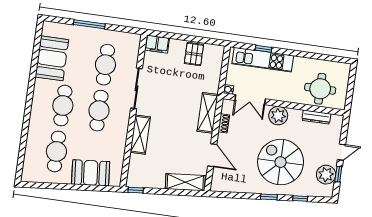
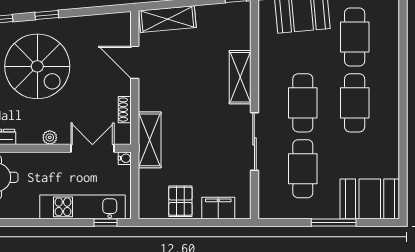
filing cabinet: (157, 44) -> (218, 208), moved
window: (263, 49) -> (106, 222), moved
booth: (52, 58) -> (370, 199), moved, turned 90
shelving: (208, 113) -> (150, 140), moved
plant: (278, 116) -> (50, 137), width x0.53, depth x0.53

